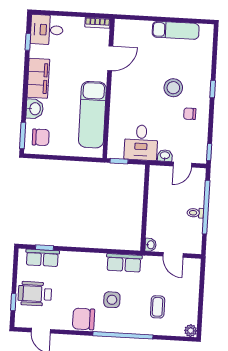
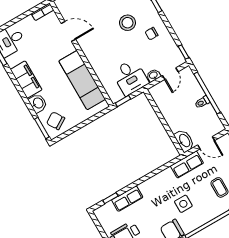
door: (110, 58) -> (68, 31), hinge flipped
chair: (41, 137) -> (56, 121), turned -121
washbasin: (150, 245) -> (184, 141), width x1.91, depth x1.45
row of seats: (42, 258) -> (127, 199), moved
row of seats: (124, 263) -> (187, 164), moved

